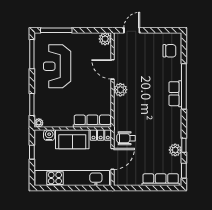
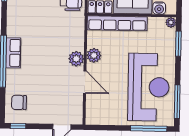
window: (170, 30) -> (18, 126), added
plant: (105, 39) -> (94, 55), moved
reception desk: (57, 66) -> (149, 87), width x1.36, depth x1.30
row of seats: (92, 121) -> (117, 23), width x1.36

